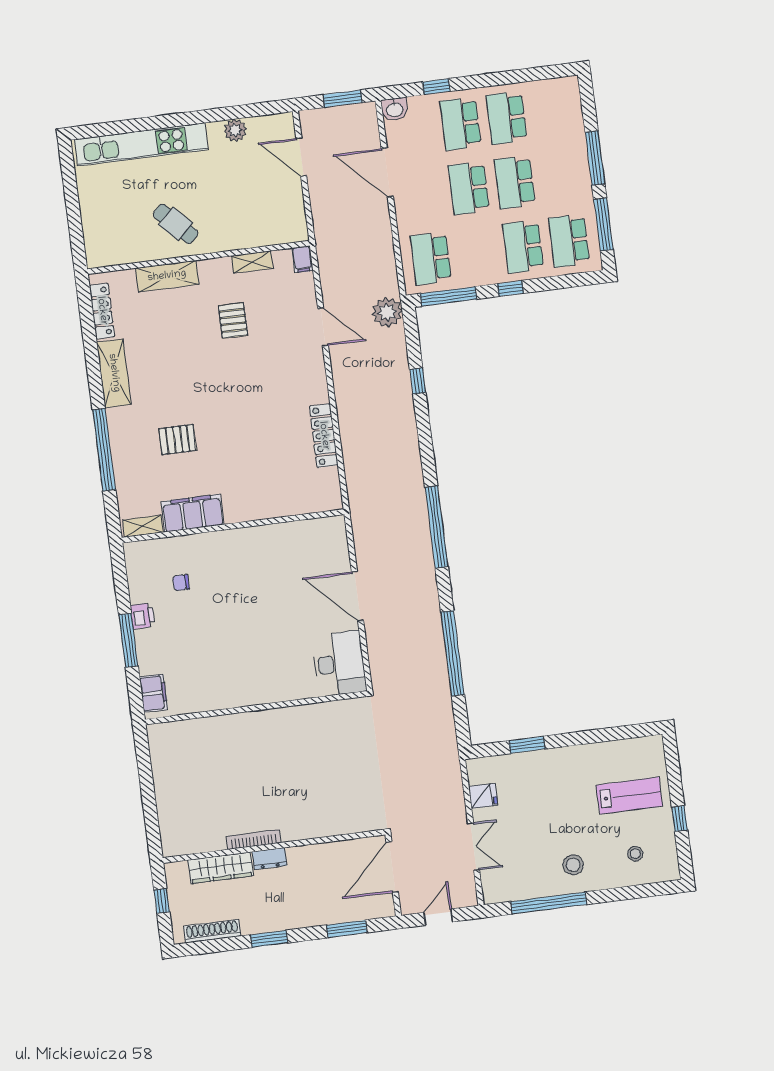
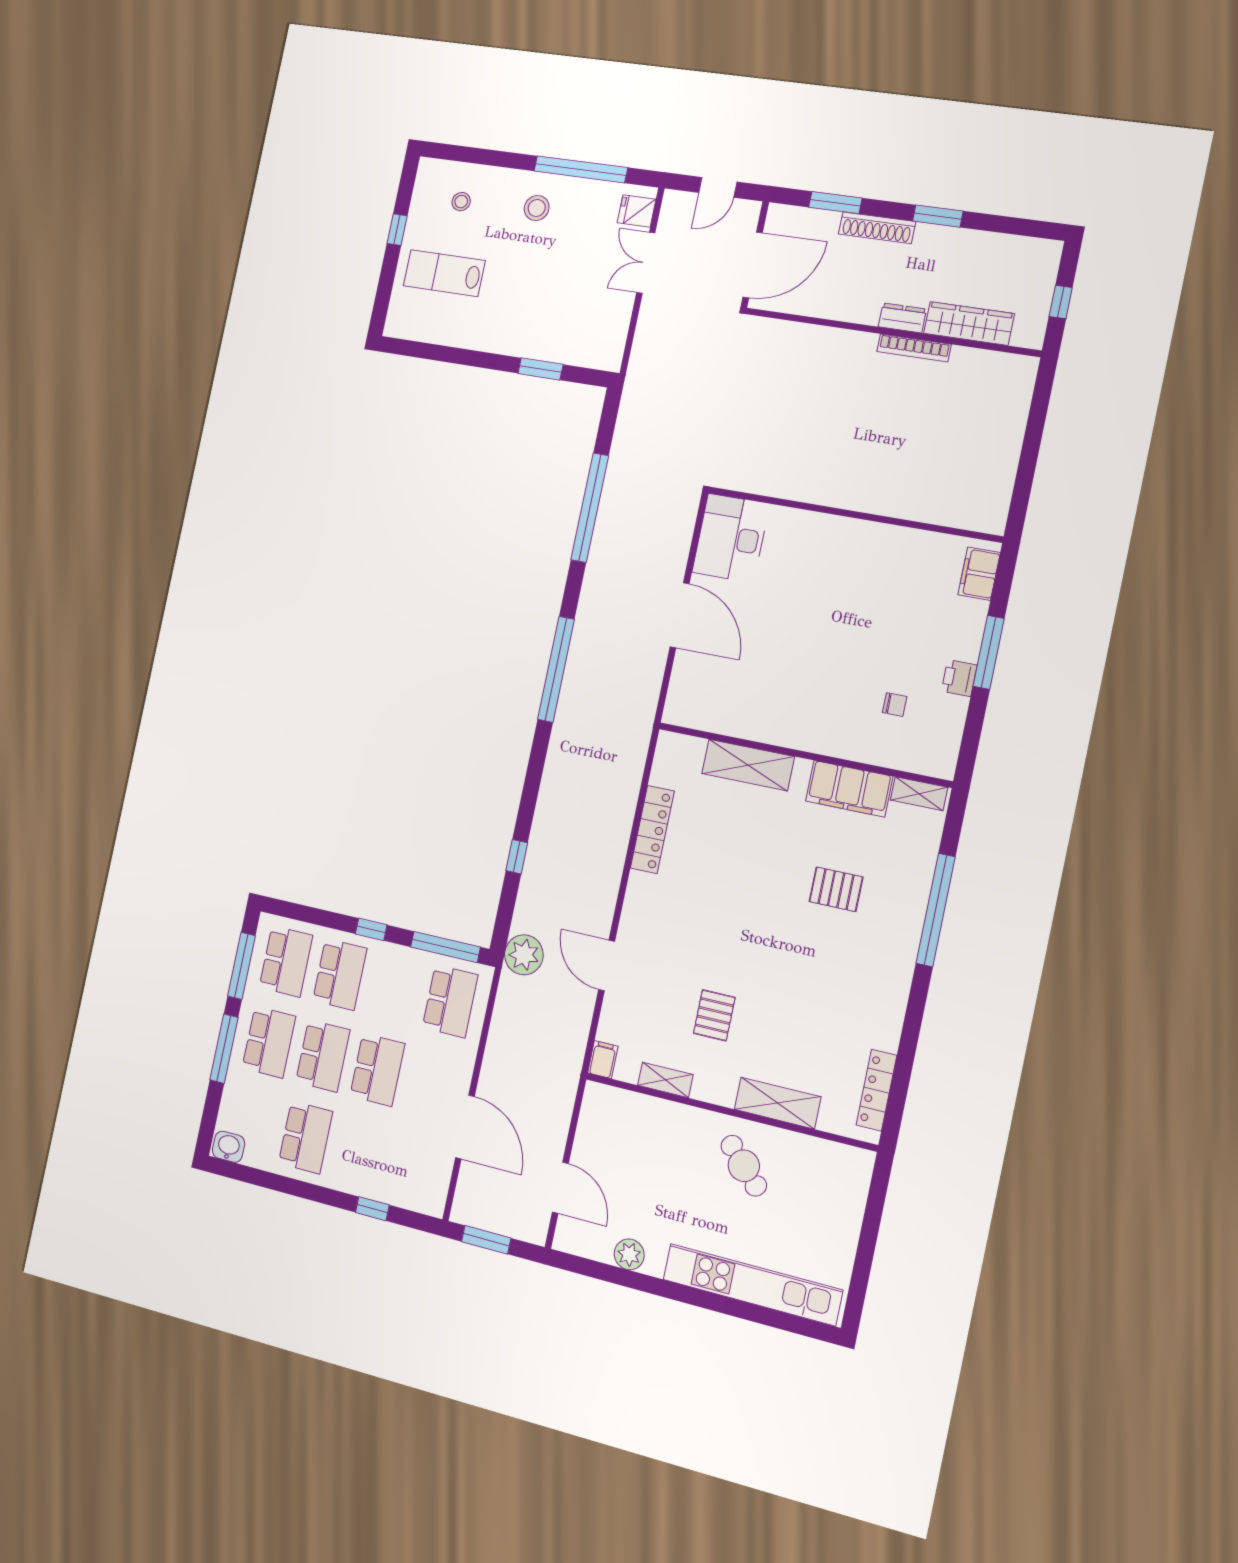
washbasin: (395, 109) -> (229, 1147), moved
school desk: (460, 124) -> (269, 1042), moved
shelving: (114, 373) -> (748, 765), moved, turned 90
fridge: (483, 796) -> (637, 211), moved
shoe rack: (212, 931) -> (877, 228), moved

